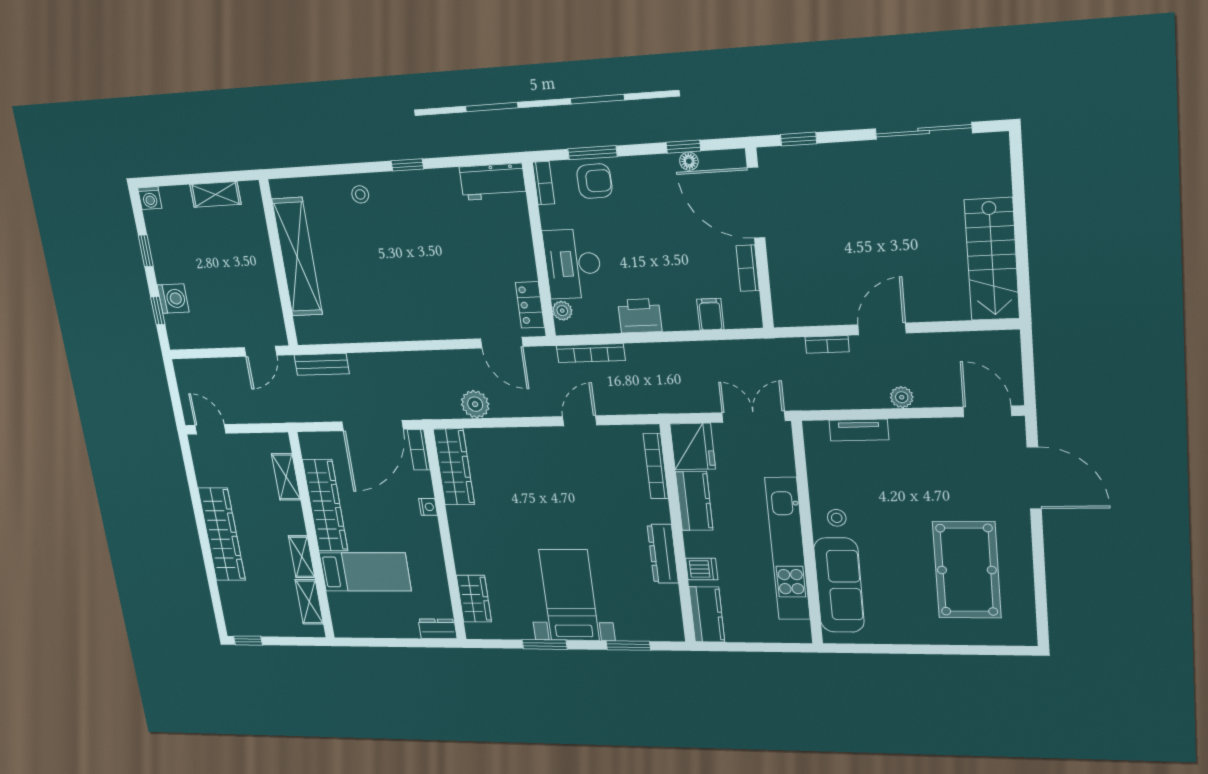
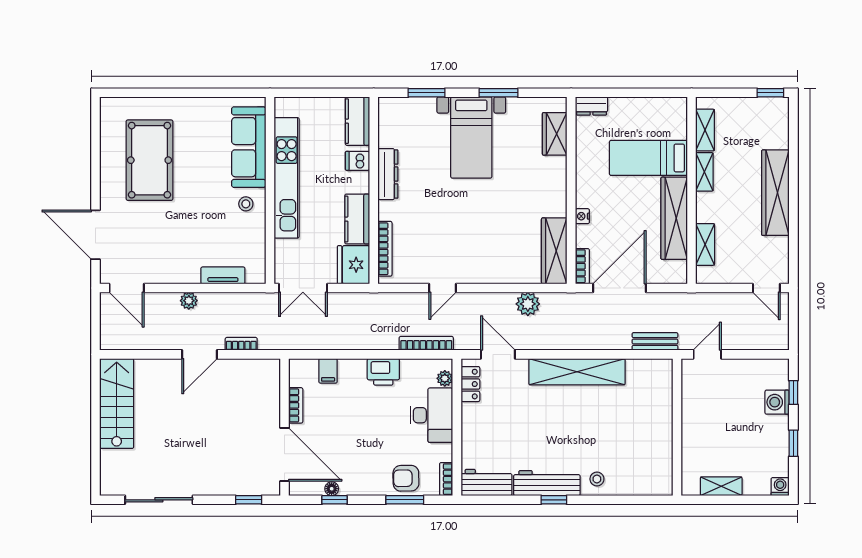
workbench: (419, 186) -> (547, 483), added
shelving: (297, 257) -> (577, 372), moved, turned 90

